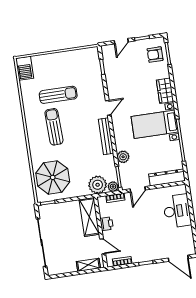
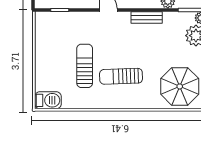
bench: (106, 136) -> (147, 17), width x0.73

